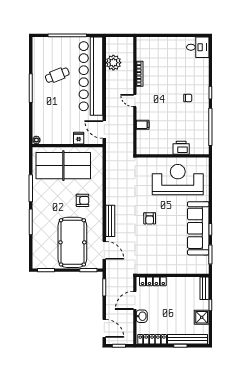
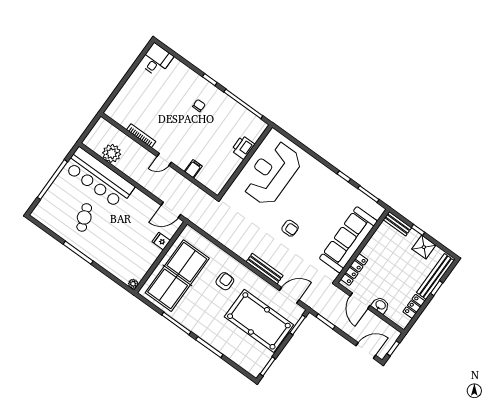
bar counter: (91, 76) -> (99, 178), width x0.73
sofa: (198, 228) -> (348, 240), moved, turned 90
locker: (152, 339) -> (414, 306), width x0.66

